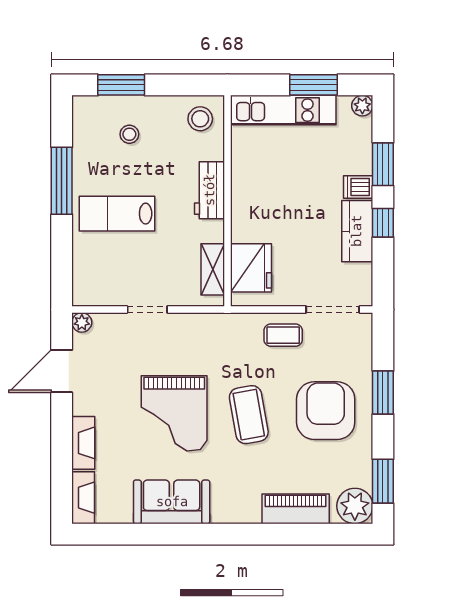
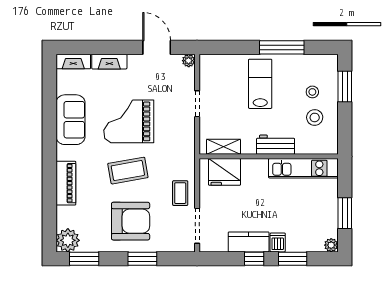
kitchen unit: (283, 110) -> (303, 168), moved, turned -90
stool: (200, 119) -> (315, 117), moved
piano: (296, 509) -> (66, 183), moved

